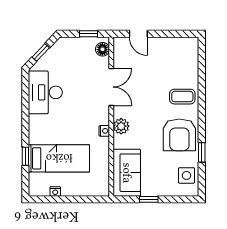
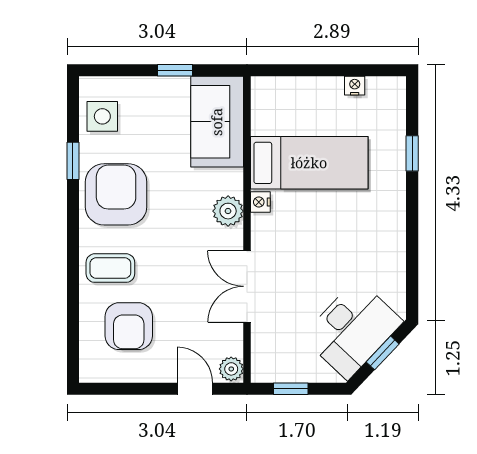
plant: (119, 44) -> (231, 369), added
floor lamp: (102, 49) -> (264, 359), removed
armchair: (173, 66) -> (129, 326), added
desk: (45, 92) -> (352, 329), moved, turned 43
bed: (59, 158) -> (309, 163), moved, turned 180

